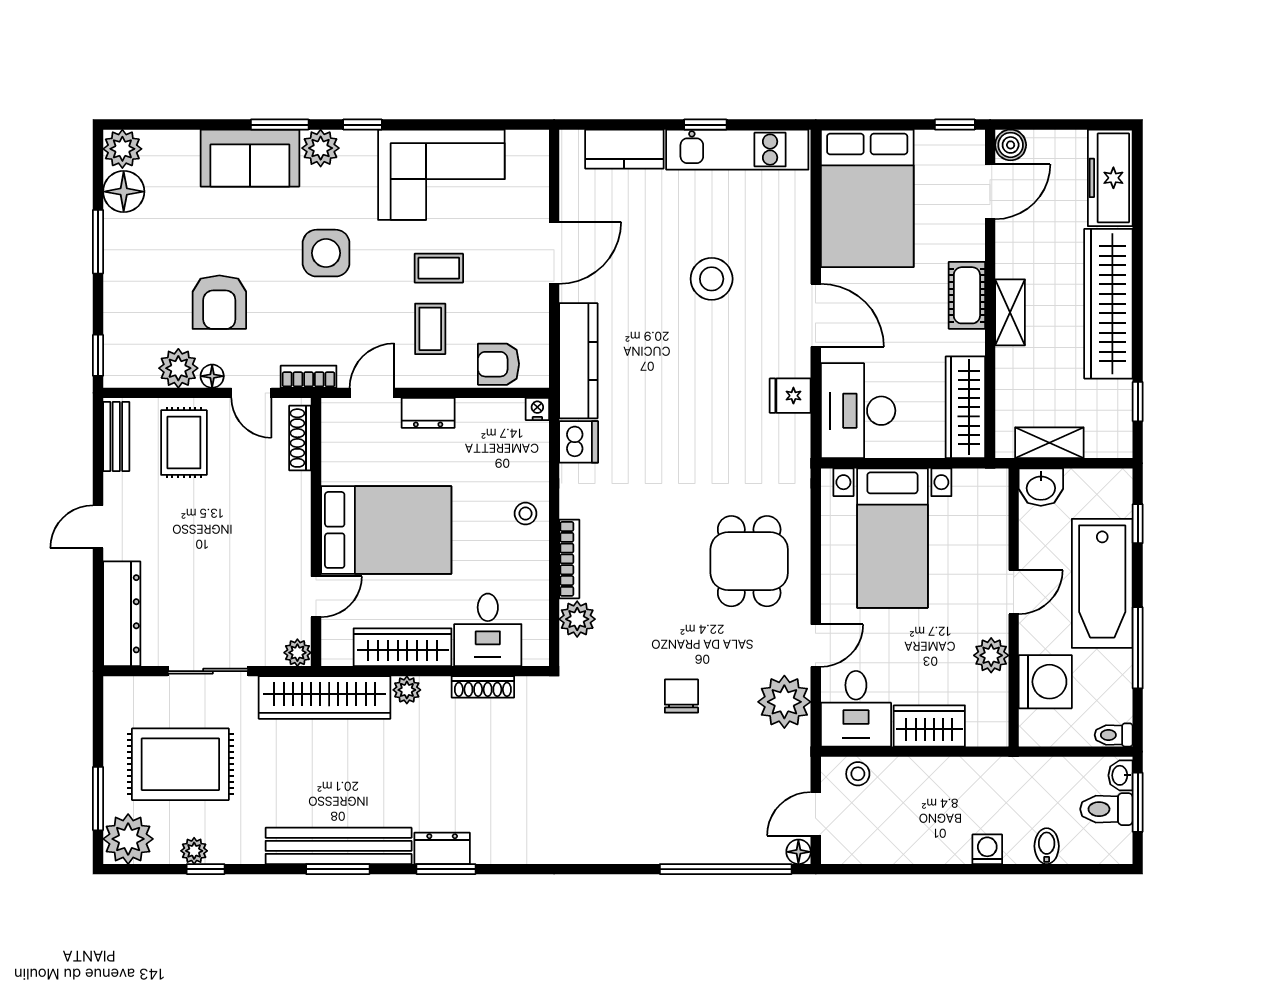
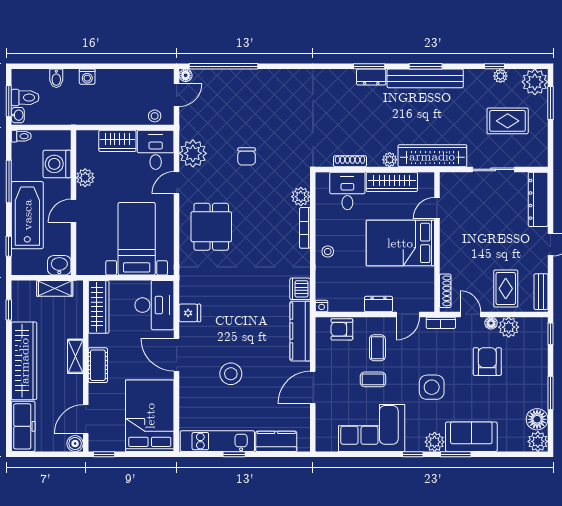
armchair: (499, 364) -> (342, 329), turned 180
plant: (297, 653) -> (447, 179), removed
rug: (180, 764) -> (508, 121), width x0.73, depth x0.70

